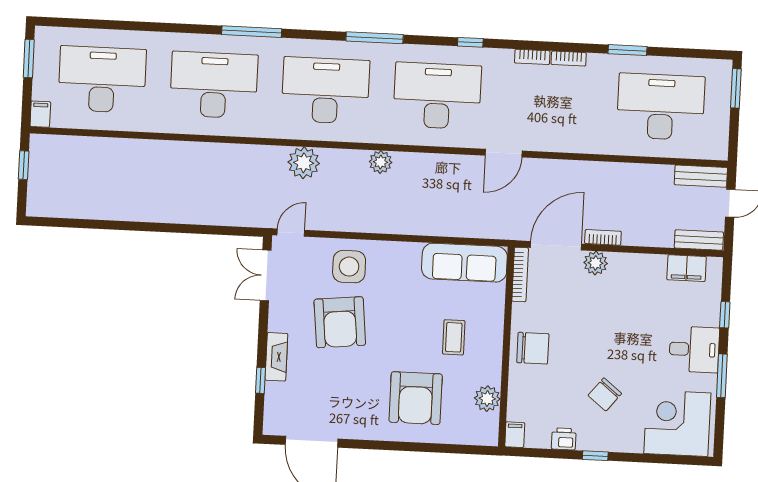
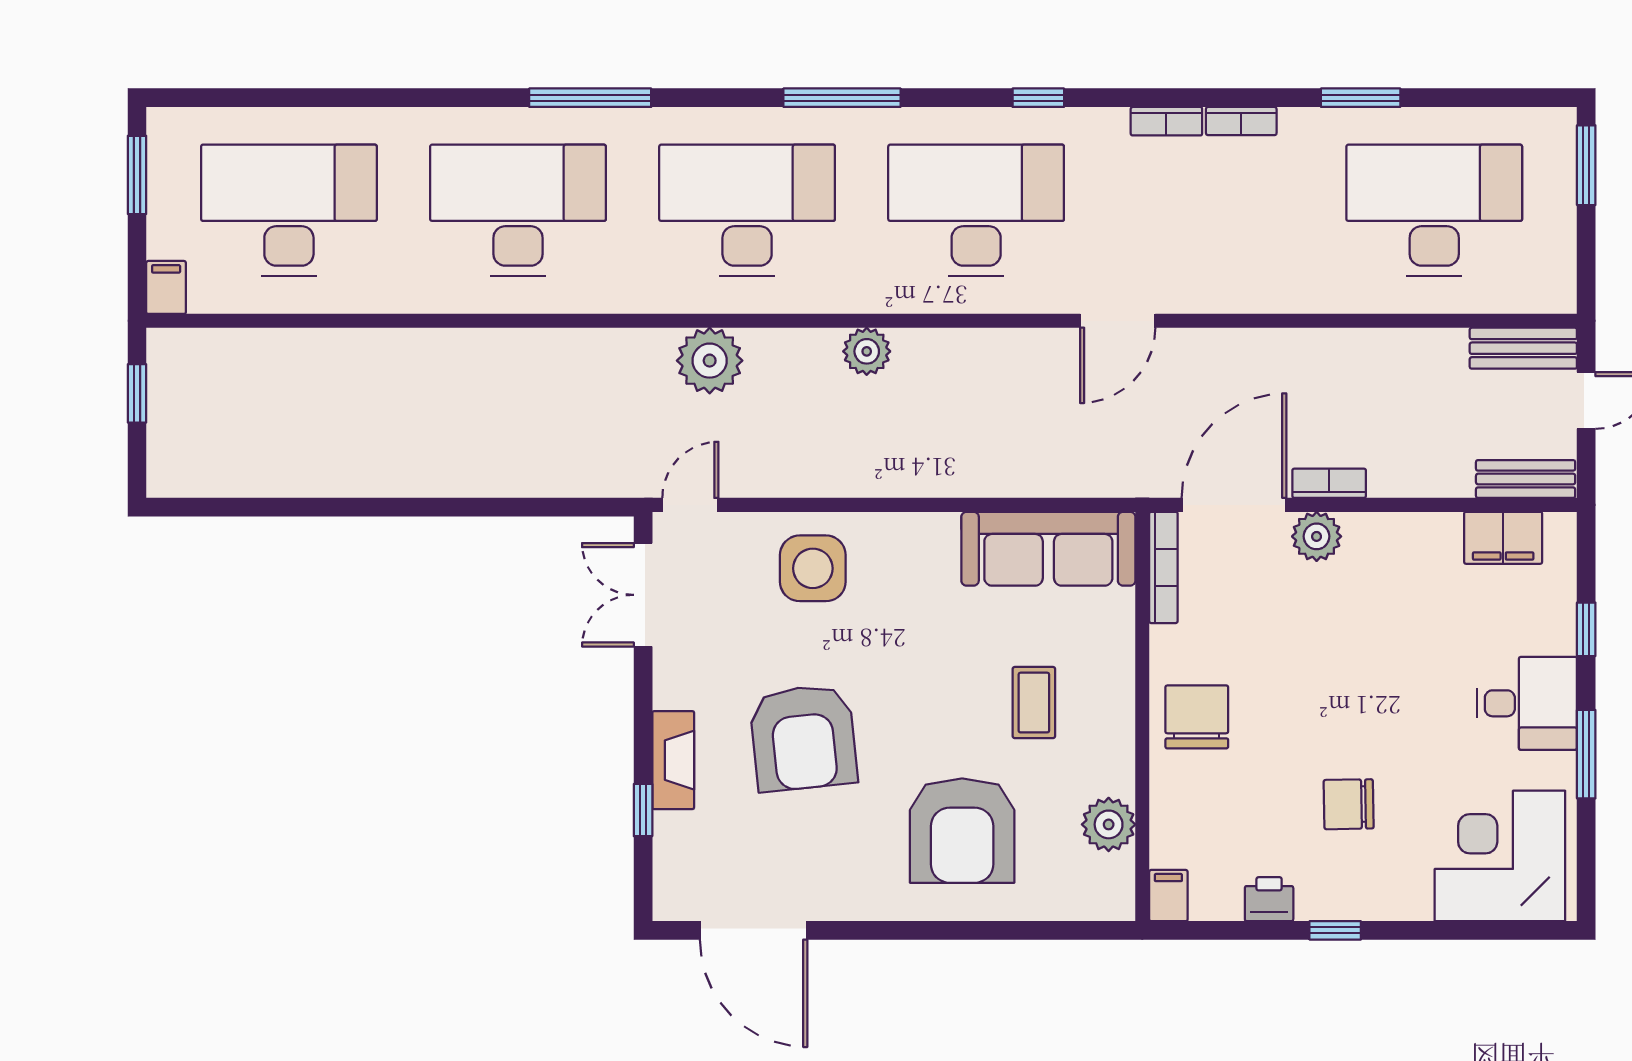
armchair: (340, 322) -> (803, 738), moved
chair: (533, 348) -> (1197, 717), turned -90
chair: (605, 394) -> (1349, 804), turned 50

